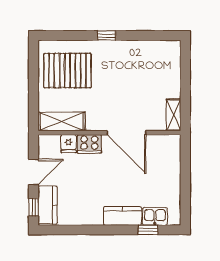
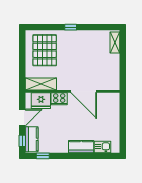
pallet: (67, 71) -> (45, 50), turned 90
shelving: (174, 115) -> (115, 42), moved
fridge: (69, 144) -> (41, 101), width x1.88, depth x1.34
window: (148, 230) -> (43, 156), moved

